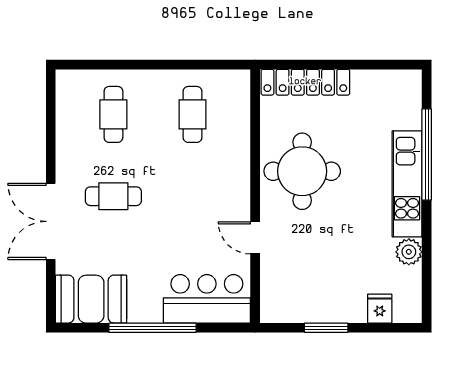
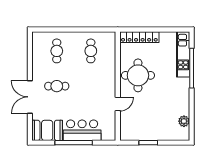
kitchen unit: (407, 184) -> (183, 54), moved
door: (255, 238) -> (118, 104), swing flipped
plant: (409, 252) -> (184, 121), moved
bar counter: (207, 299) -> (82, 130), moved
fridge: (380, 309) -> (171, 134), removed

